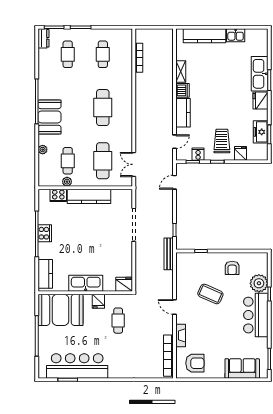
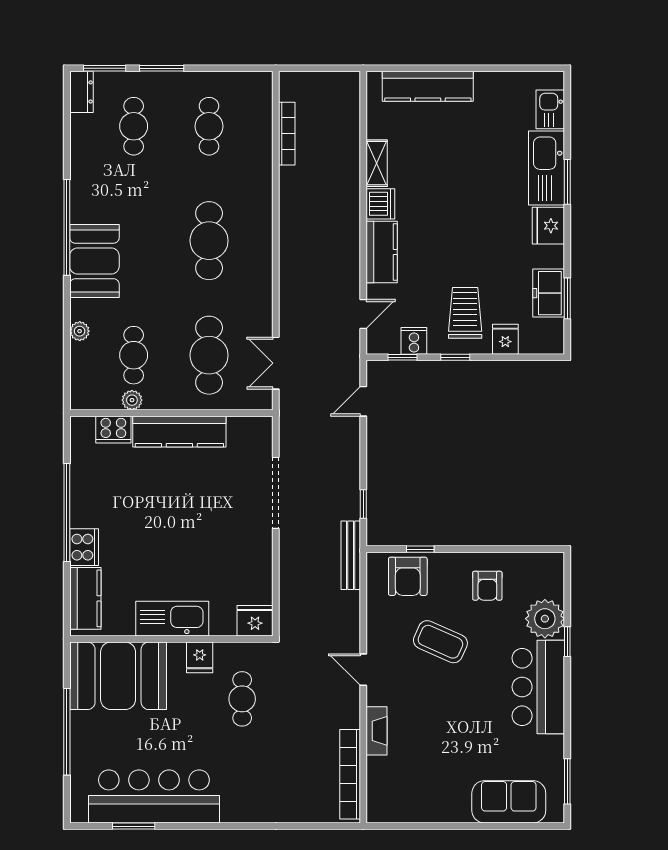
kitchen sink: (236, 35) -> (550, 109), moved, turned 90
cooker: (45, 233) -> (84, 547), moved
armchair: (195, 363) -> (408, 576), moved, turned 90

